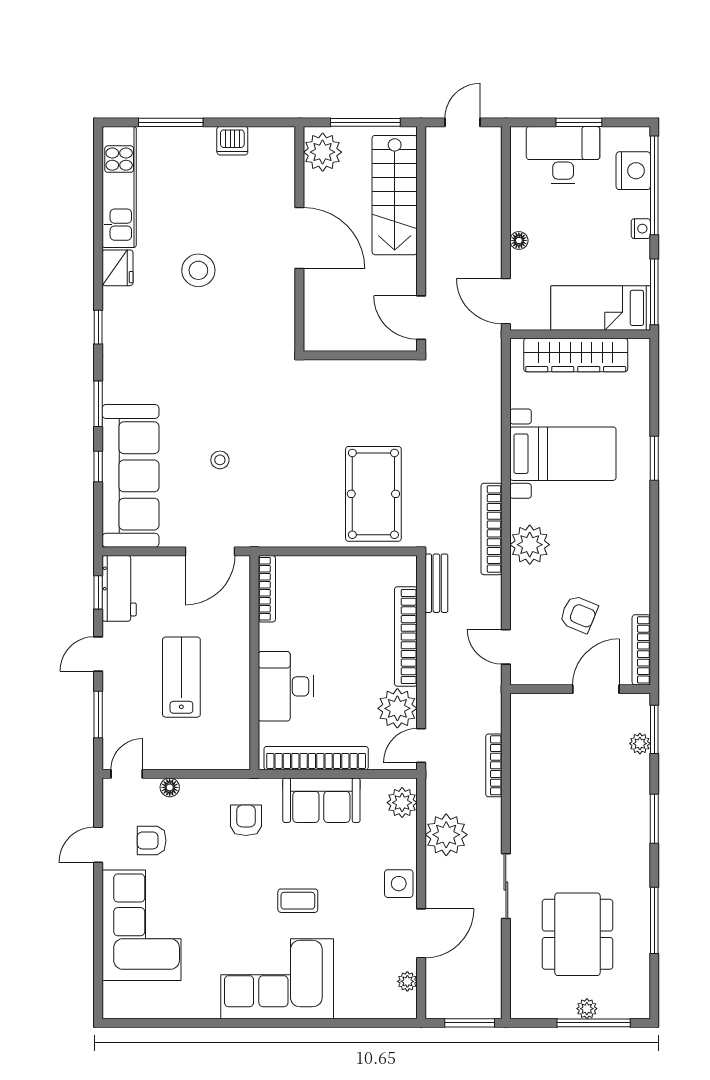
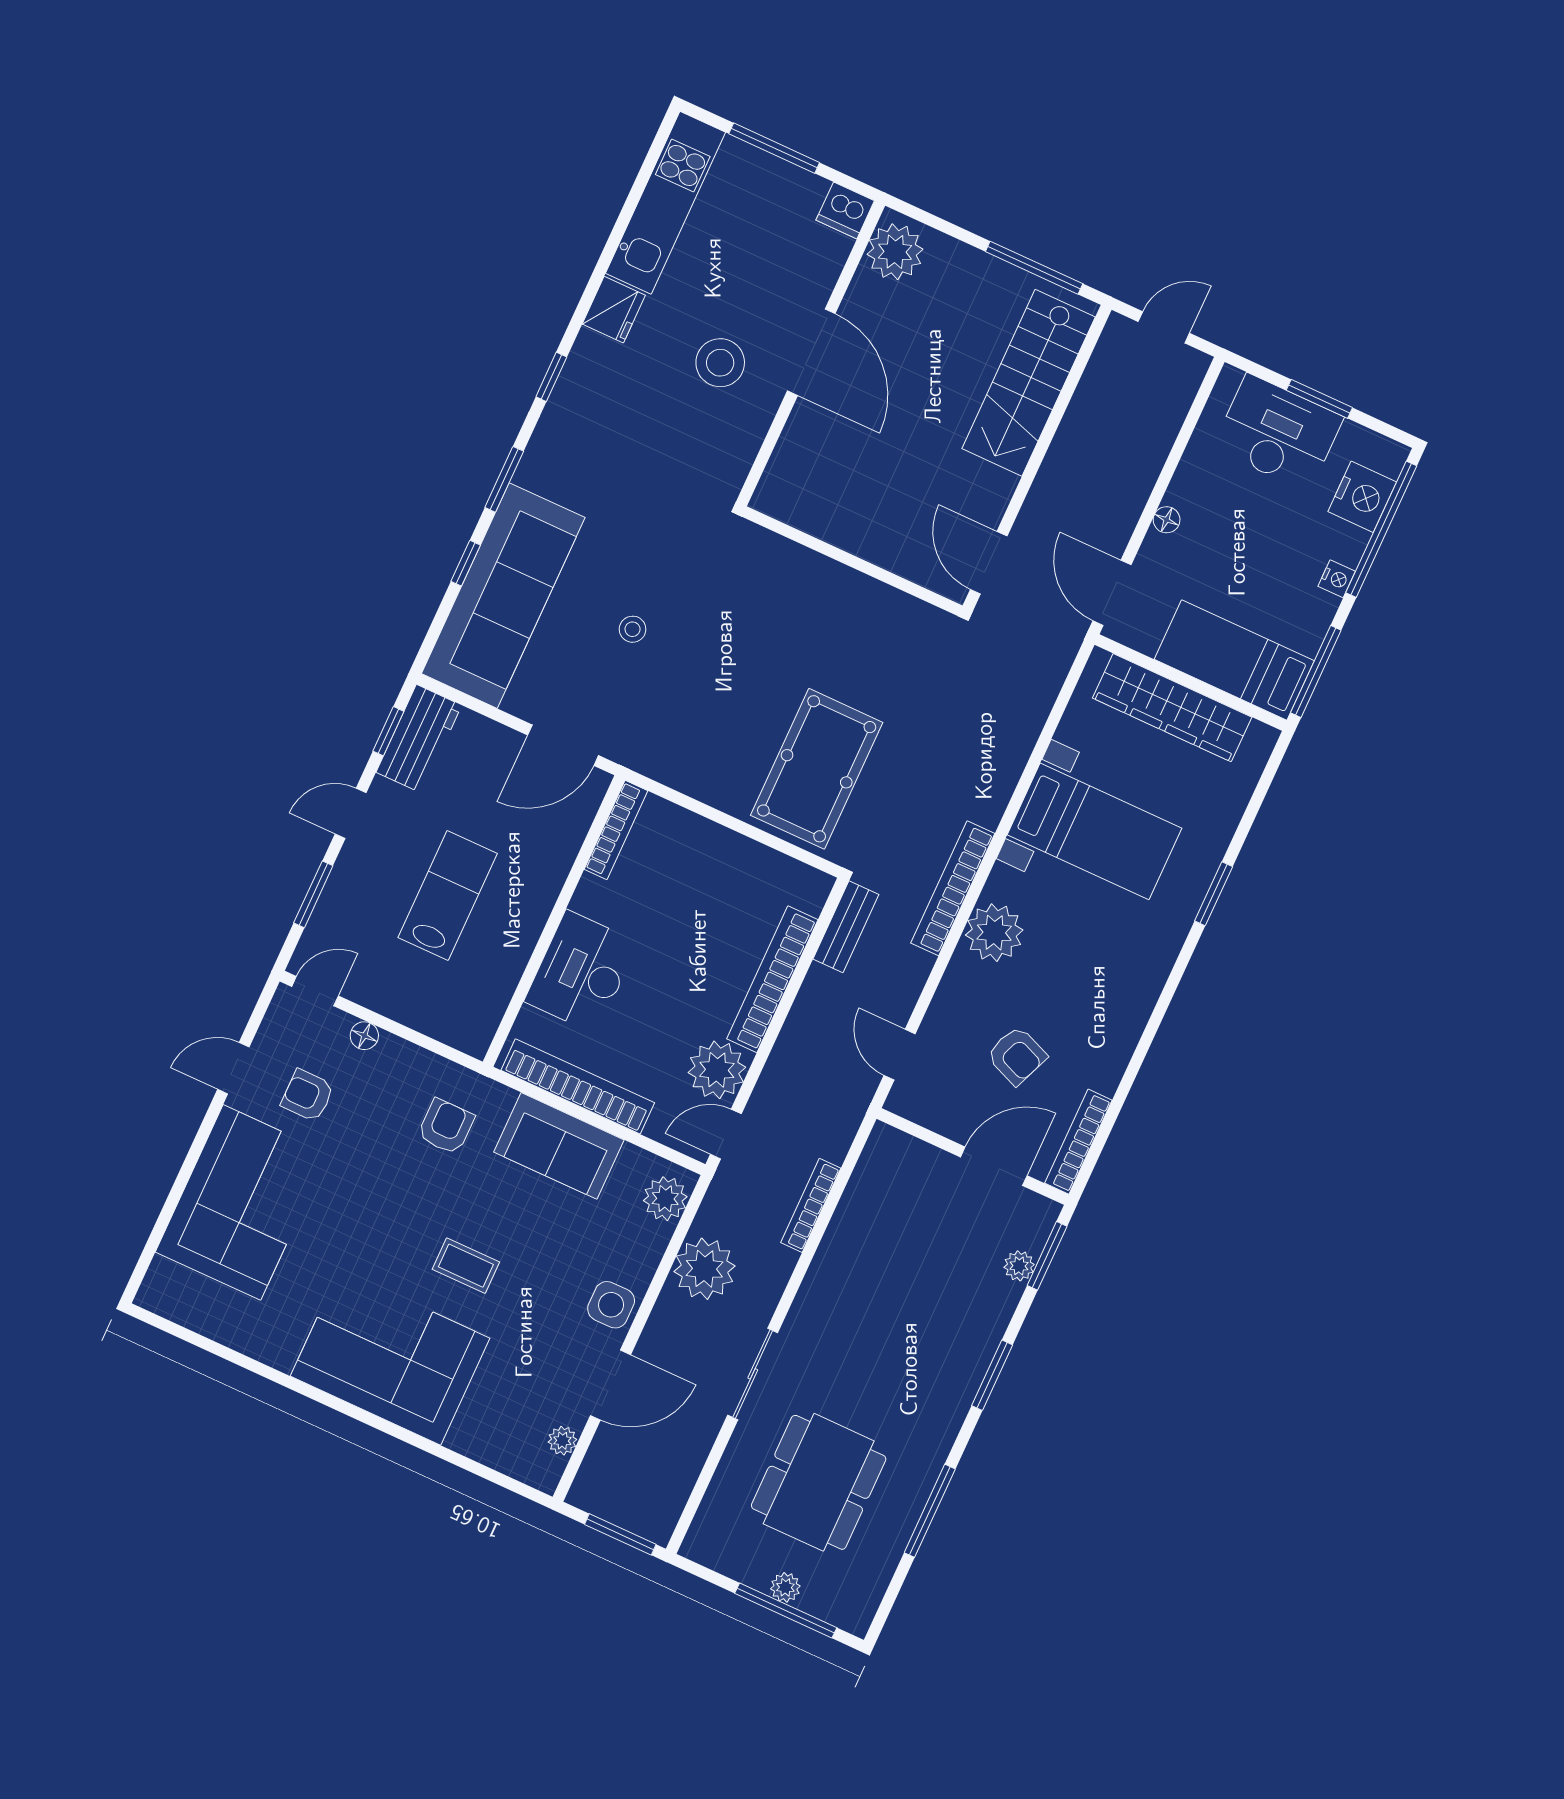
plant: (323, 152) -> (895, 252), moved
door: (299, 238) -> (811, 352), moved
wall: (299, 239) -> (811, 353), moved

